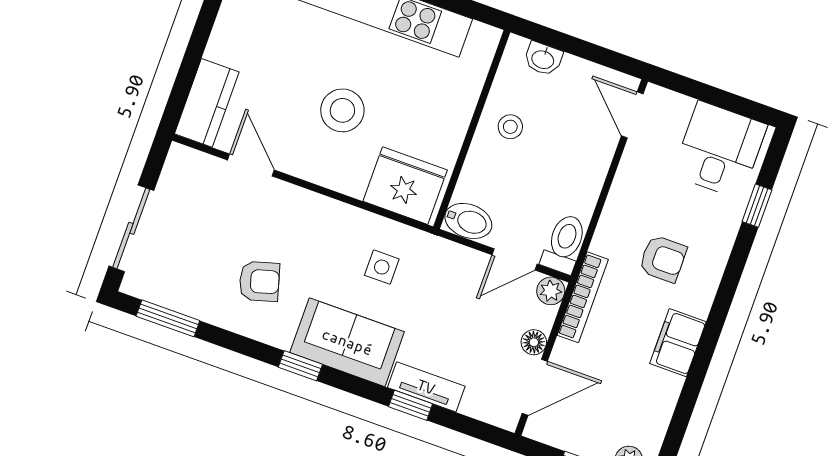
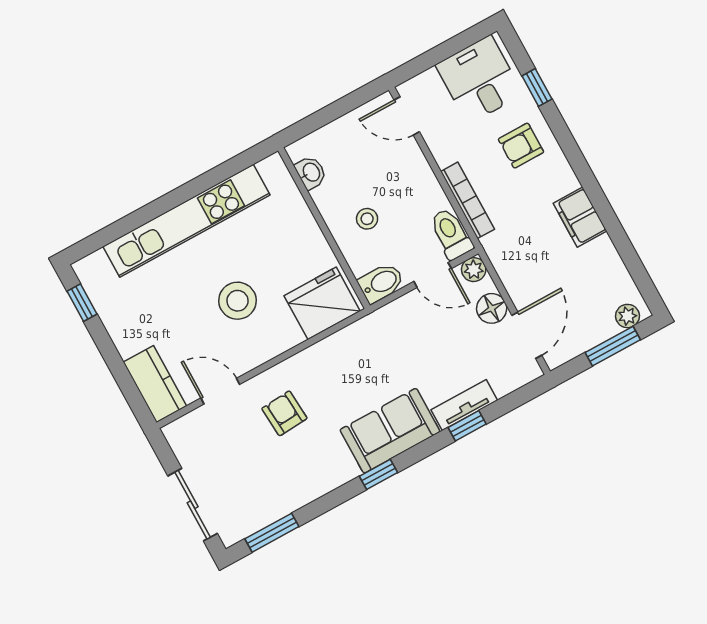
washbasin: (543, 59) -> (311, 172), moved, turned -90
stool: (510, 127) -> (367, 219), moved
door: (514, 259) -> (433, 275), hinge flipped
armchair: (663, 259) -> (521, 146), moved, turned 180
side table: (382, 267) -> (361, 365), removed
armchair: (259, 281) -> (284, 413), moved, turned -78
bookcase: (583, 297) -> (468, 200), moved
floor lamp: (534, 342) -> (492, 308), width x1.37, depth x1.37

